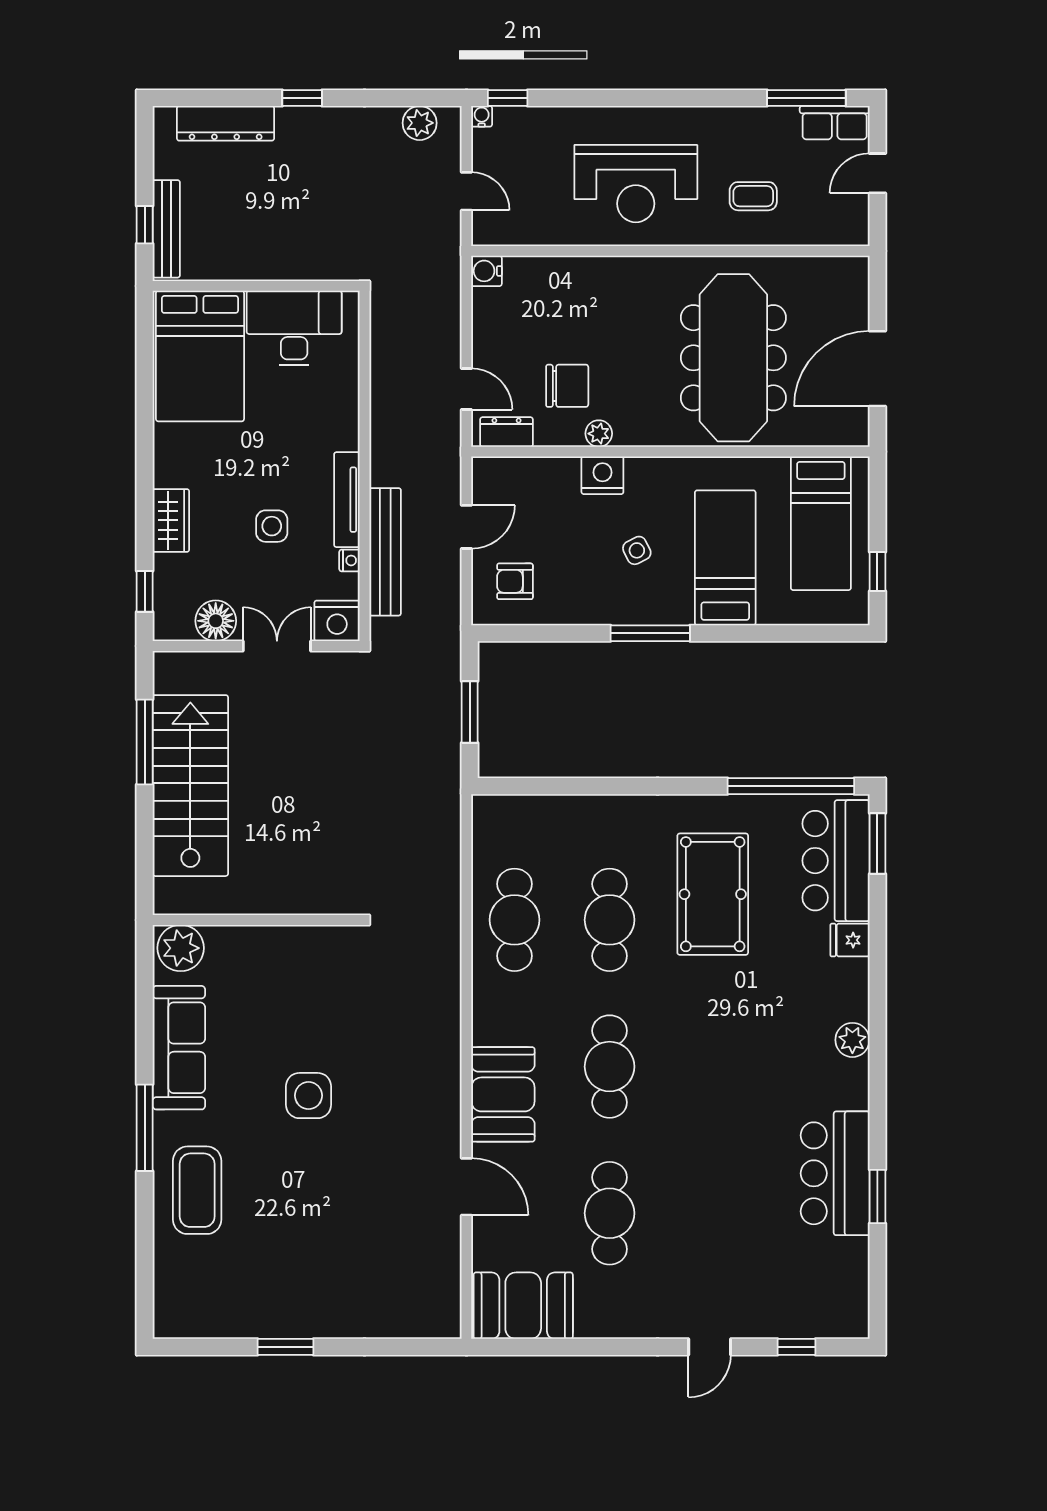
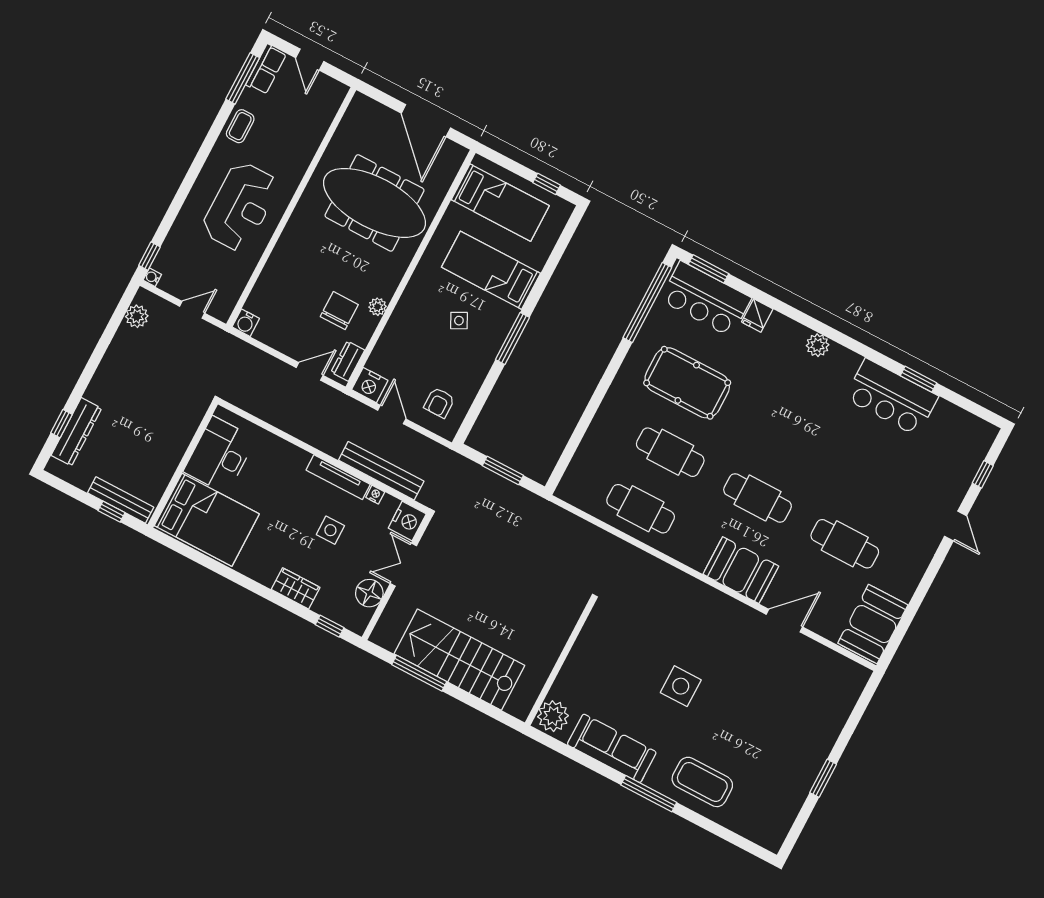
window: (302, 98) -> (61, 424), moved
coffee table: (753, 196) -> (240, 126), moved
nightstand: (602, 475) -> (370, 385), moved, turned -90

